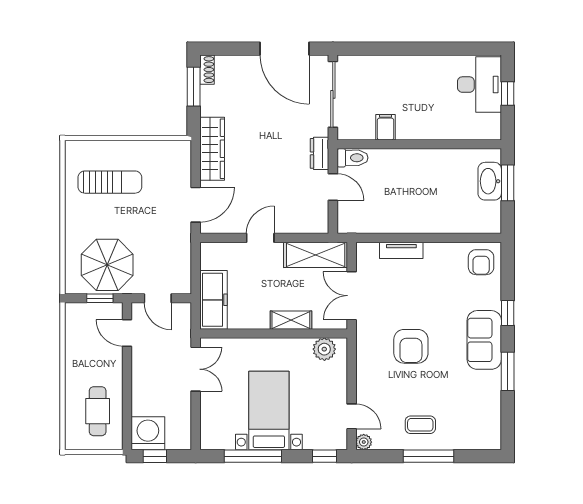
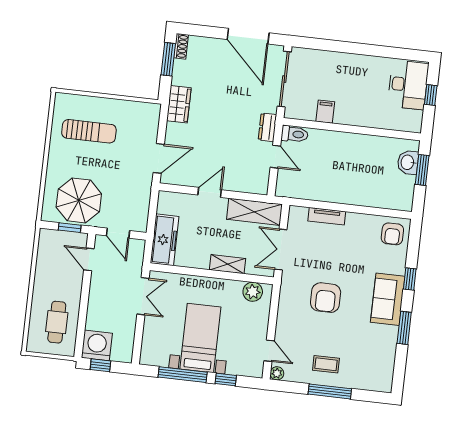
wardrobe: (212, 149) -> (179, 104), width x0.67
washbasin: (490, 181) -> (408, 162), width x0.72
window: (324, 456) -> (226, 380), moved

